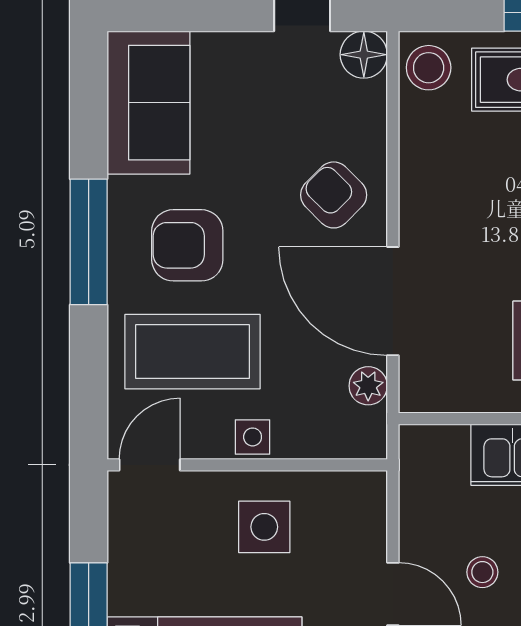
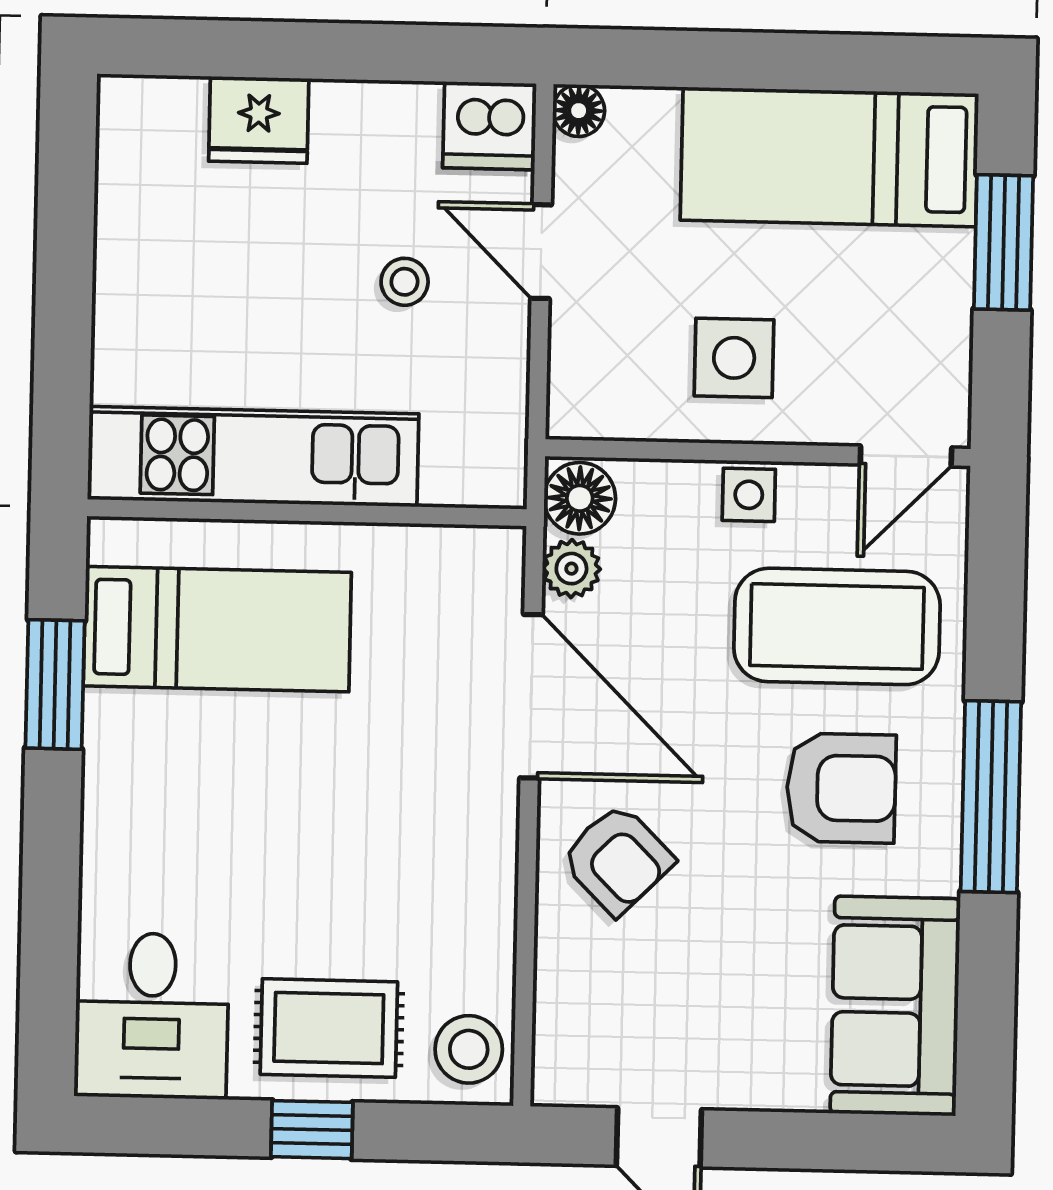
floor lamp: (364, 55) -> (580, 498), moved

